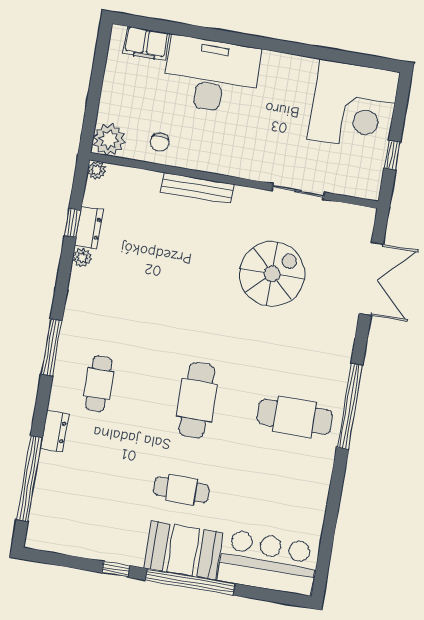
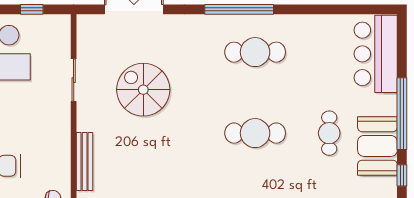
cafe table: (295, 417) -> (255, 52), turned 90
booth: (183, 550) -> (377, 146), moved

